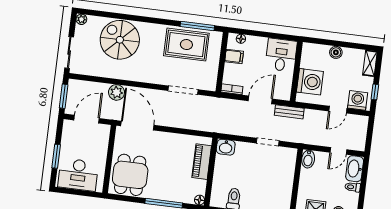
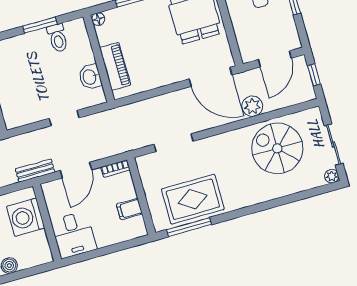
floor lamp: (241, 39) -> (130, 234), removed
spiral stairs: (120, 40) -> (277, 148), moved, turned 180
sliding door: (69, 53) -> (334, 144), moved
window: (64, 96) -> (314, 75), width x0.67
doorway: (268, 142) -> (64, 118), moved
washbasin: (226, 147) -> (90, 77), moved, turned -90

